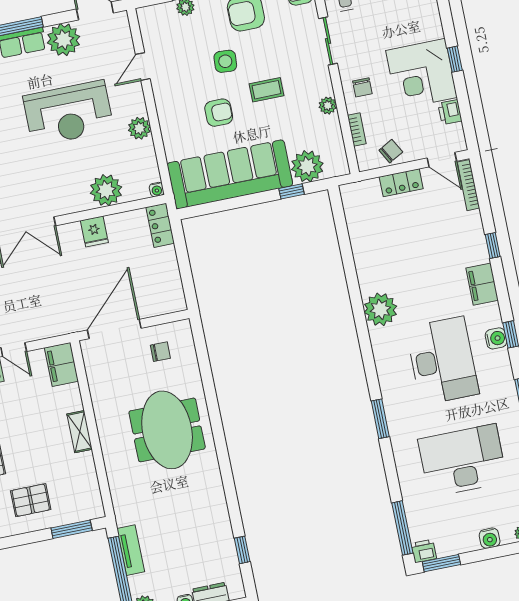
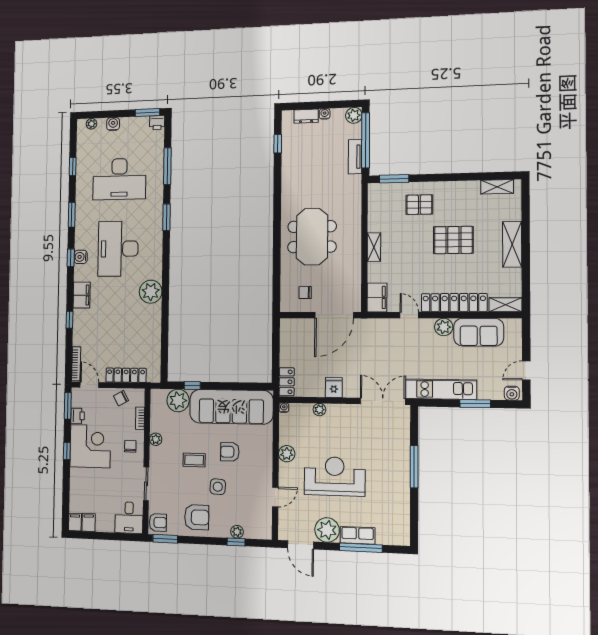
window: (468, 123) -> (68, 406), added
locker: (401, 183) -> (126, 375), width x1.53
plant: (106, 190) -> (319, 410), width x0.53, depth x0.53
window: (402, 528) -> (167, 166), moved

